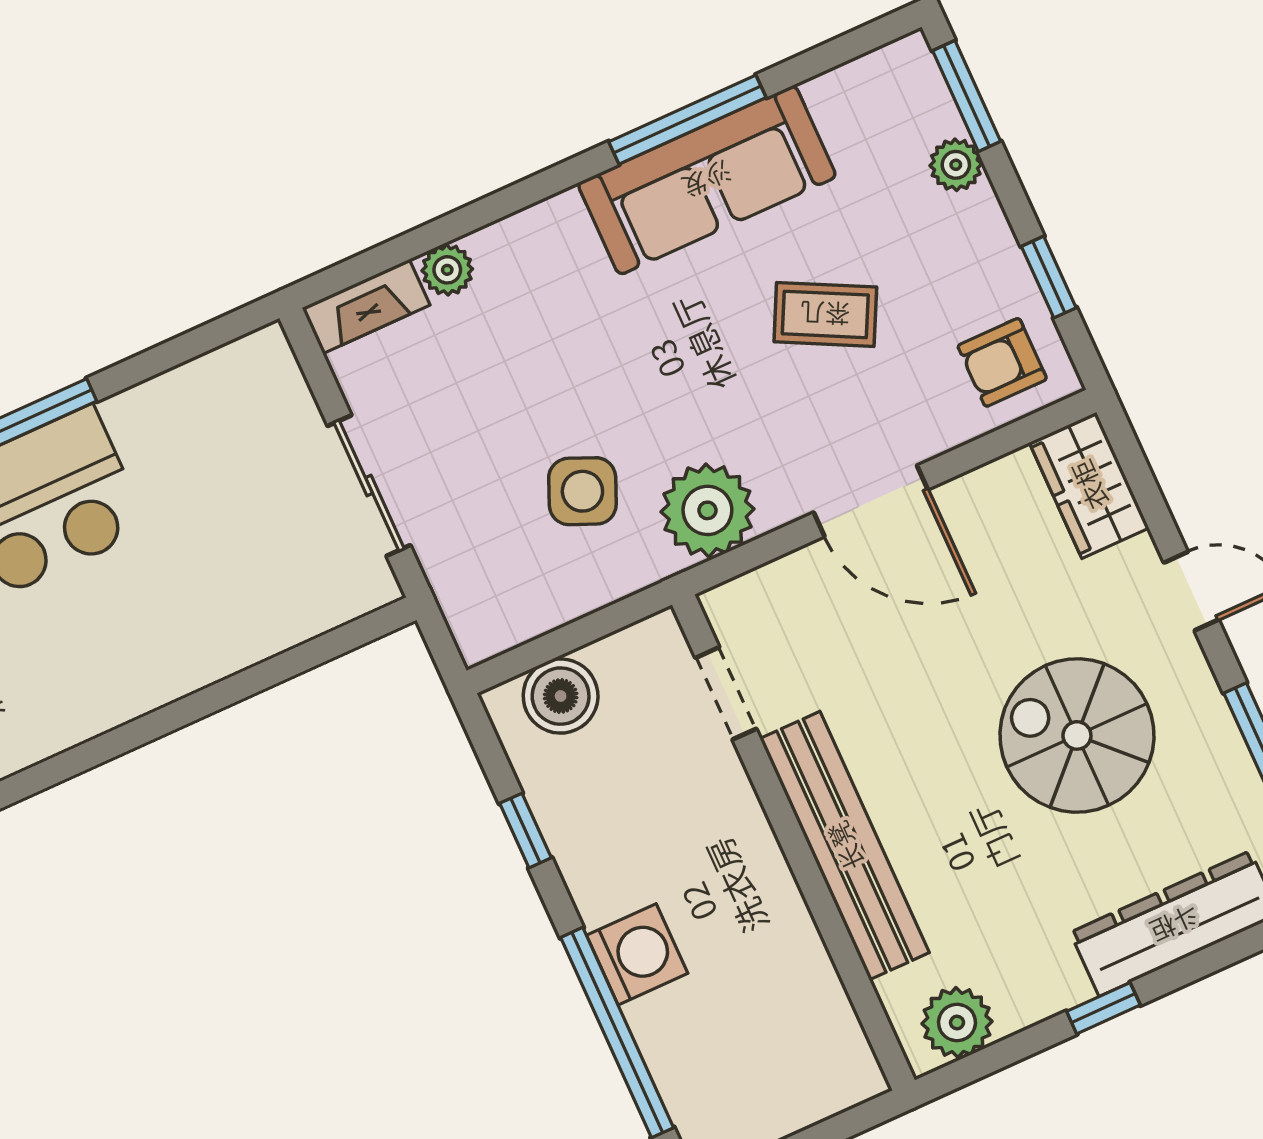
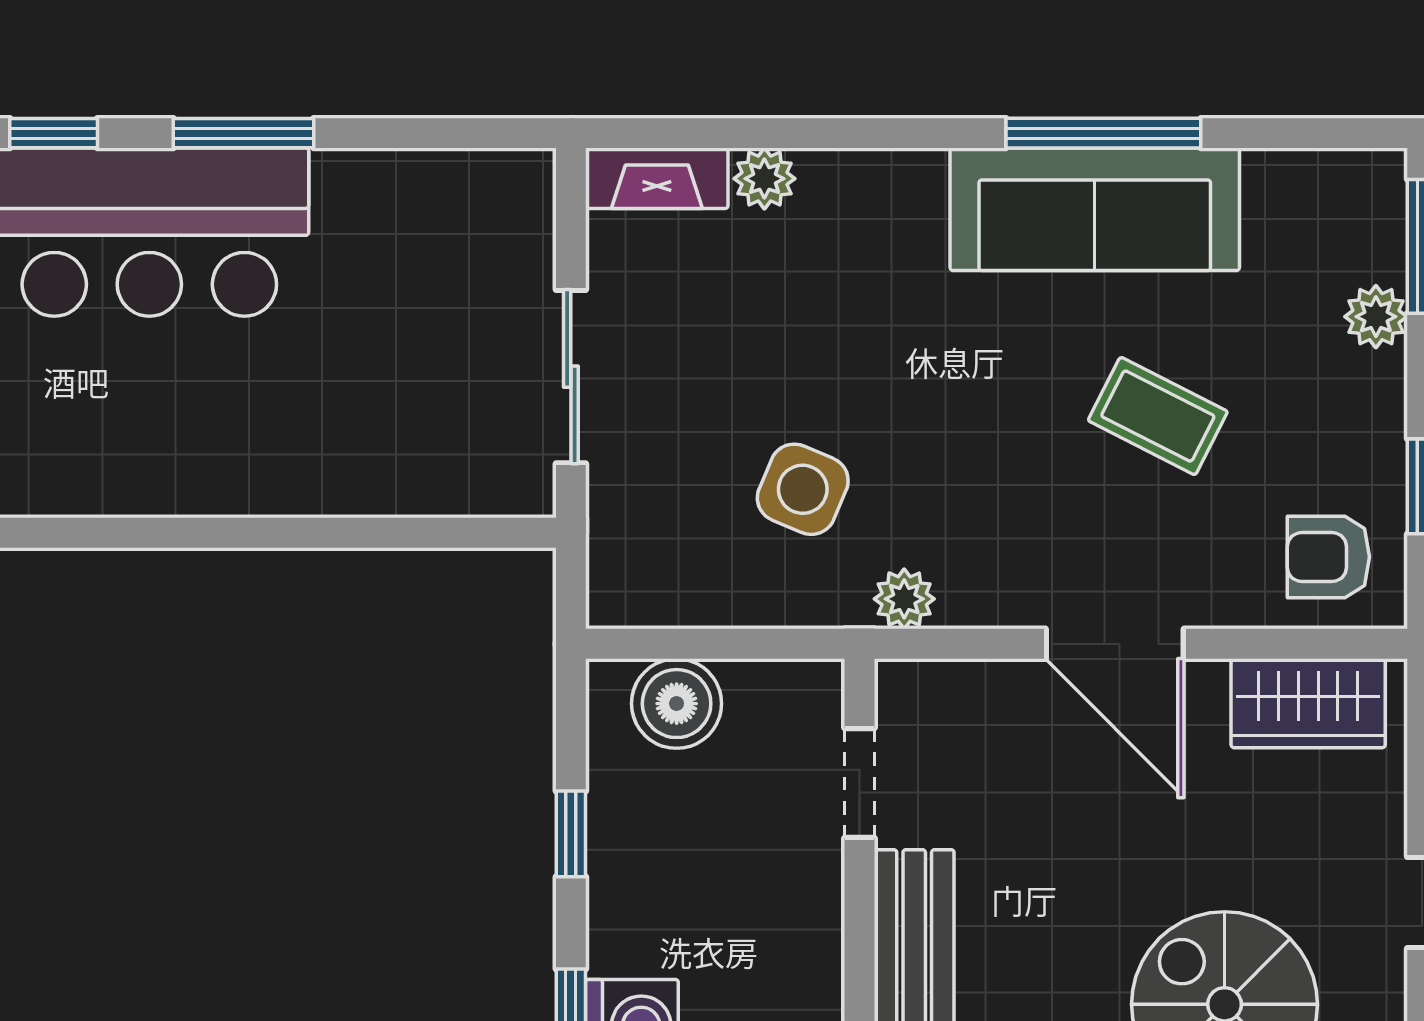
wardrobe: (1089, 485) -> (1308, 703), moved, turned -90
plant: (707, 510) -> (904, 599), width x0.53, depth x0.53

